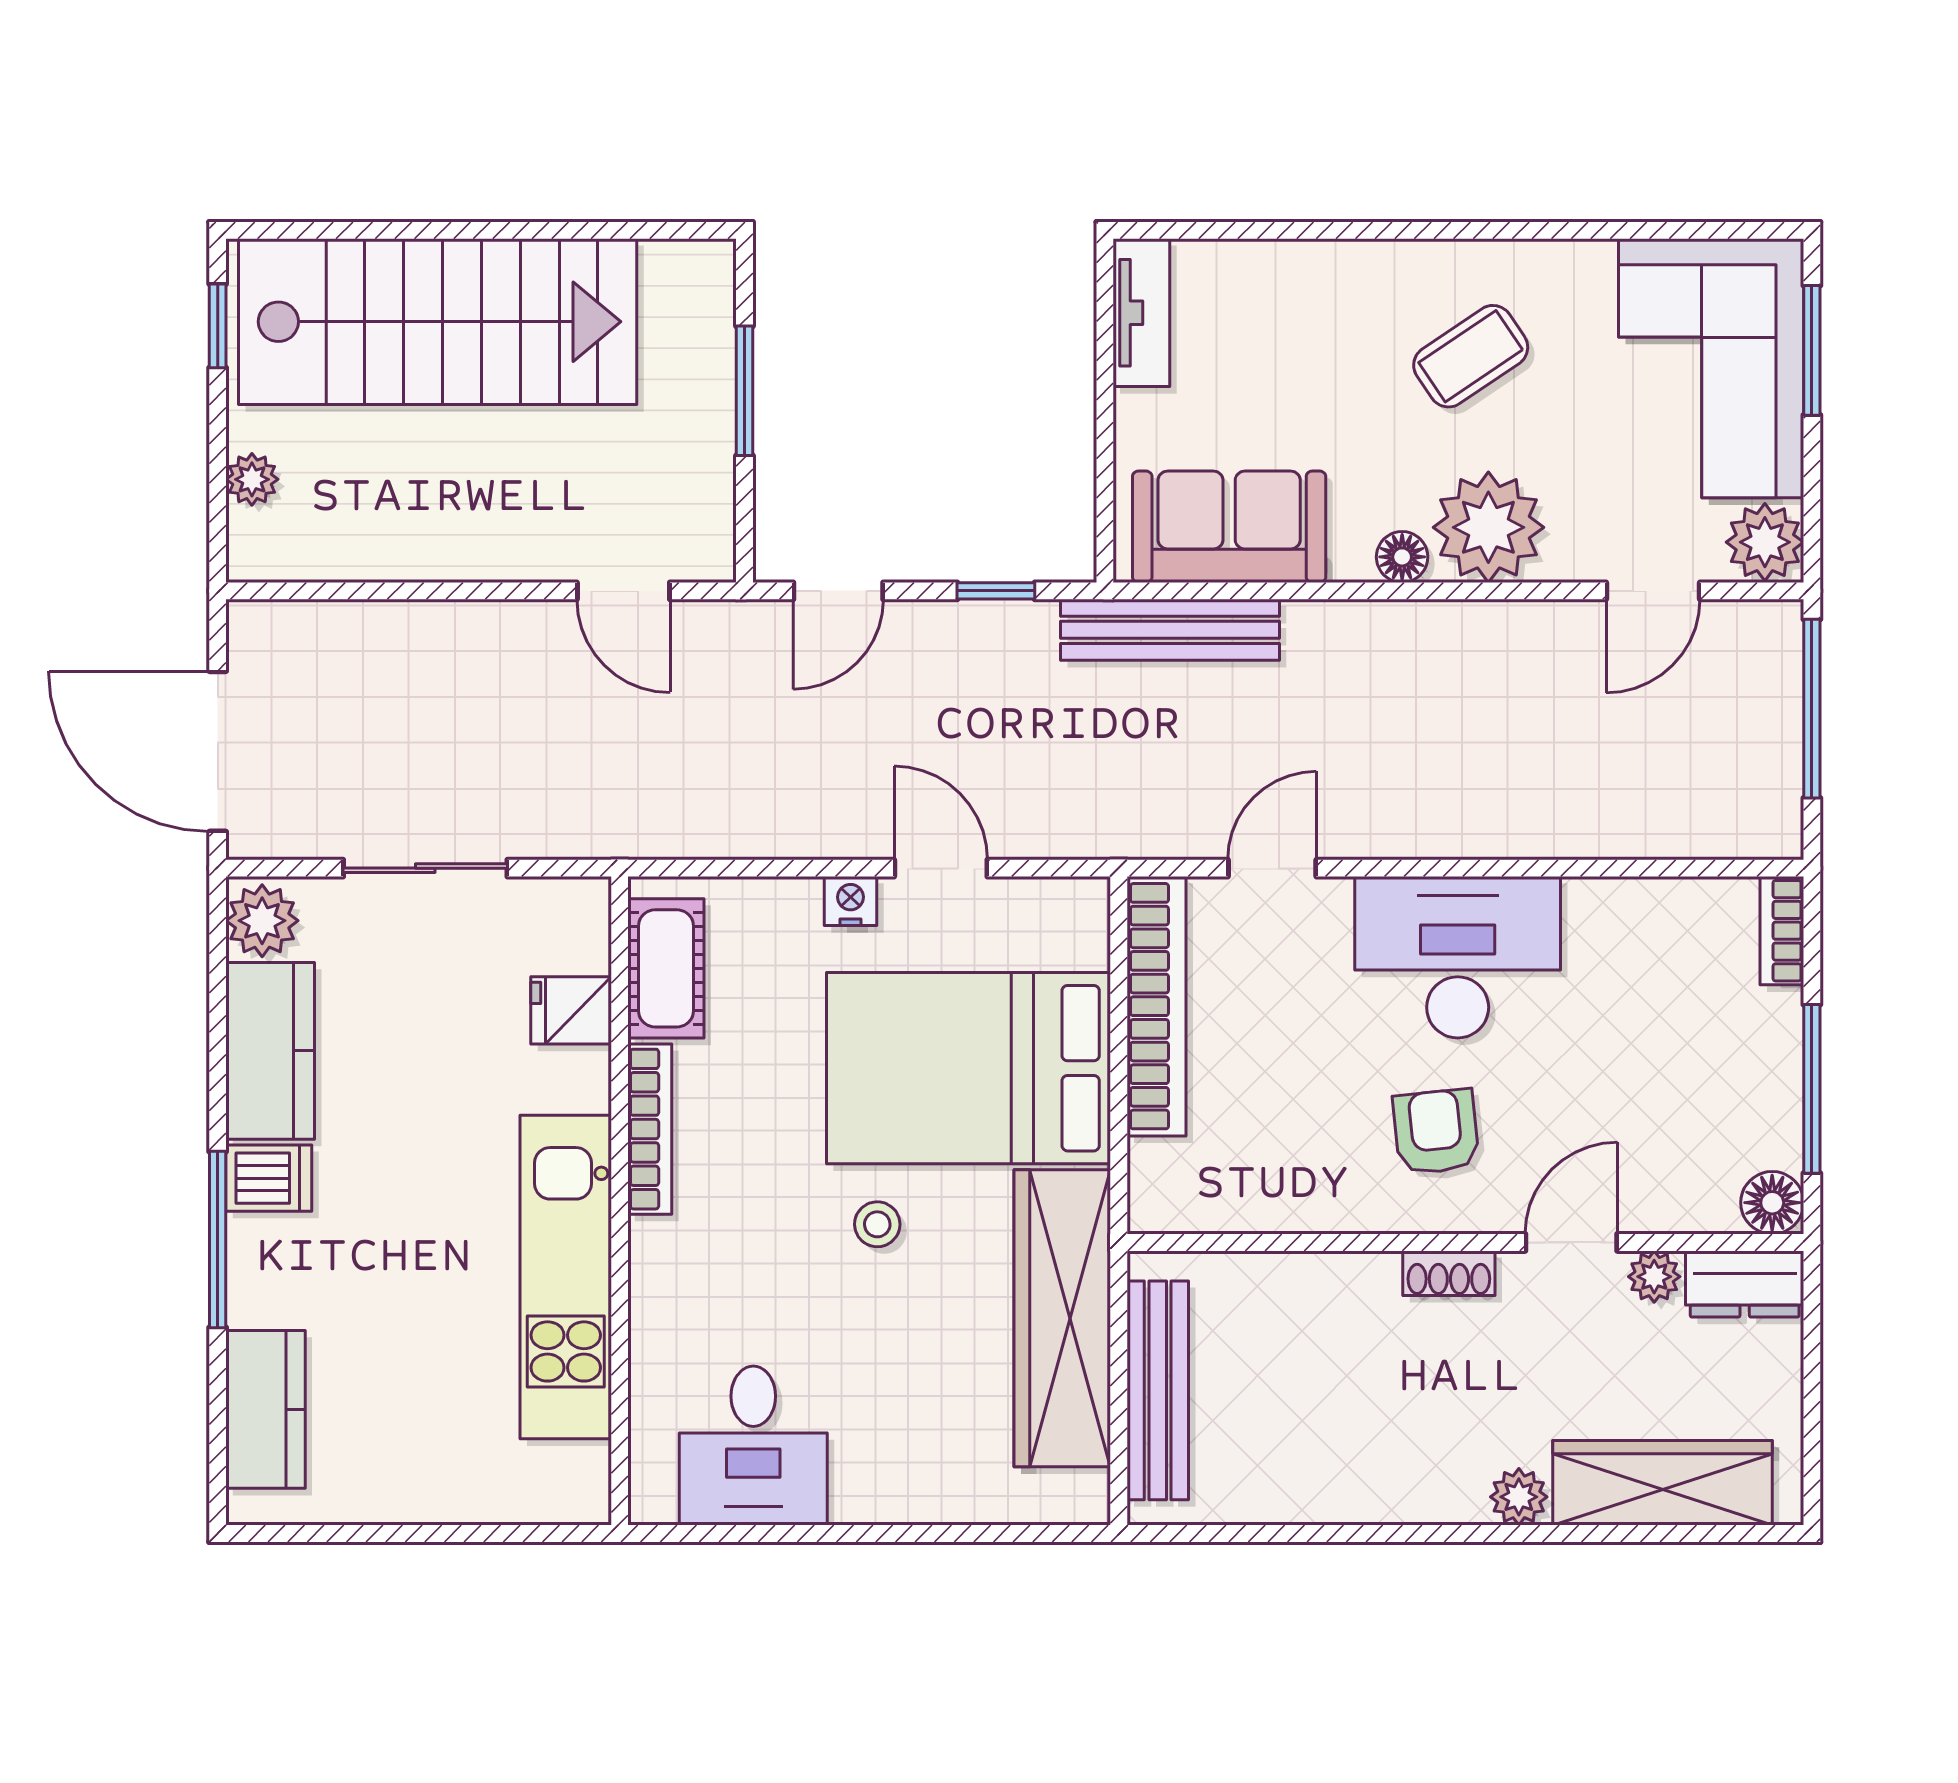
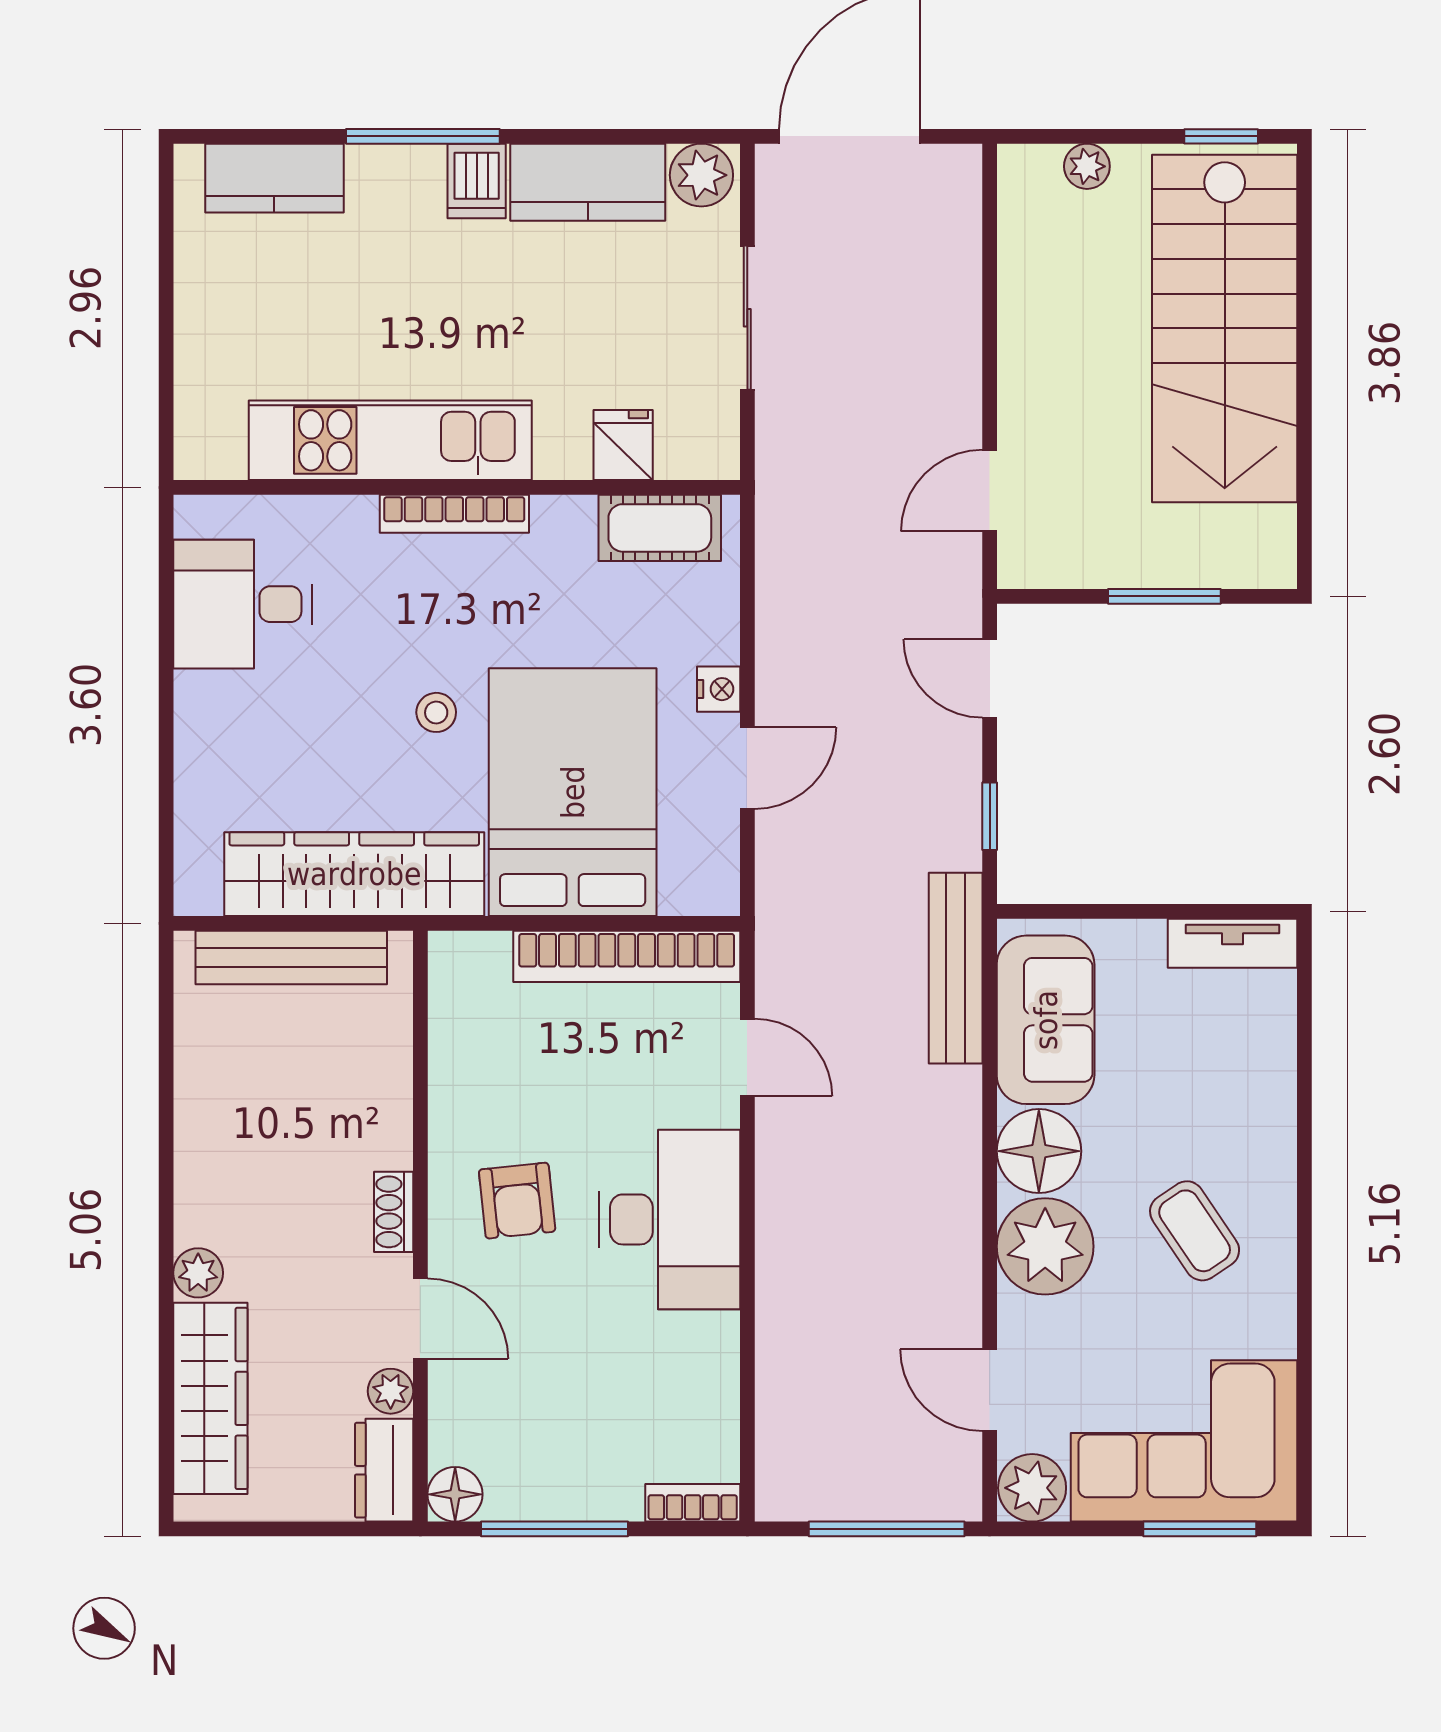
floor lamp: (1402, 557) -> (1039, 1151), width x1.89, depth x1.89
bookcase: (650, 1129) -> (454, 514), moved
armchair: (1436, 1132) -> (517, 1201), turned 90

